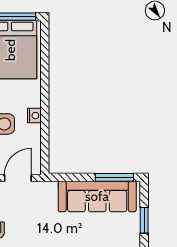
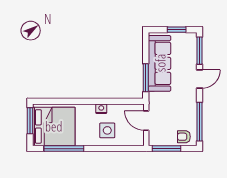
window: (114, 177) -> (146, 78), moved

